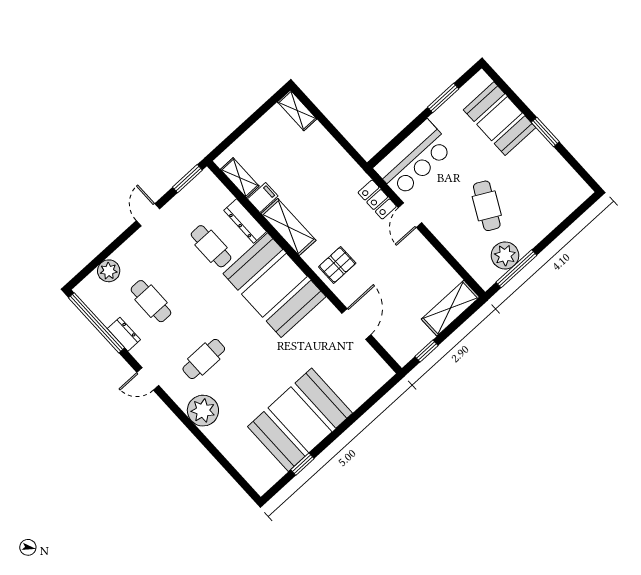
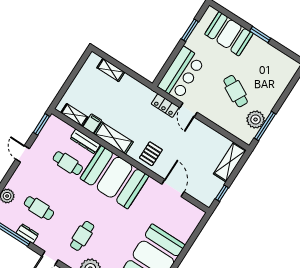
shelving: (297, 110) -> (111, 70), moved

